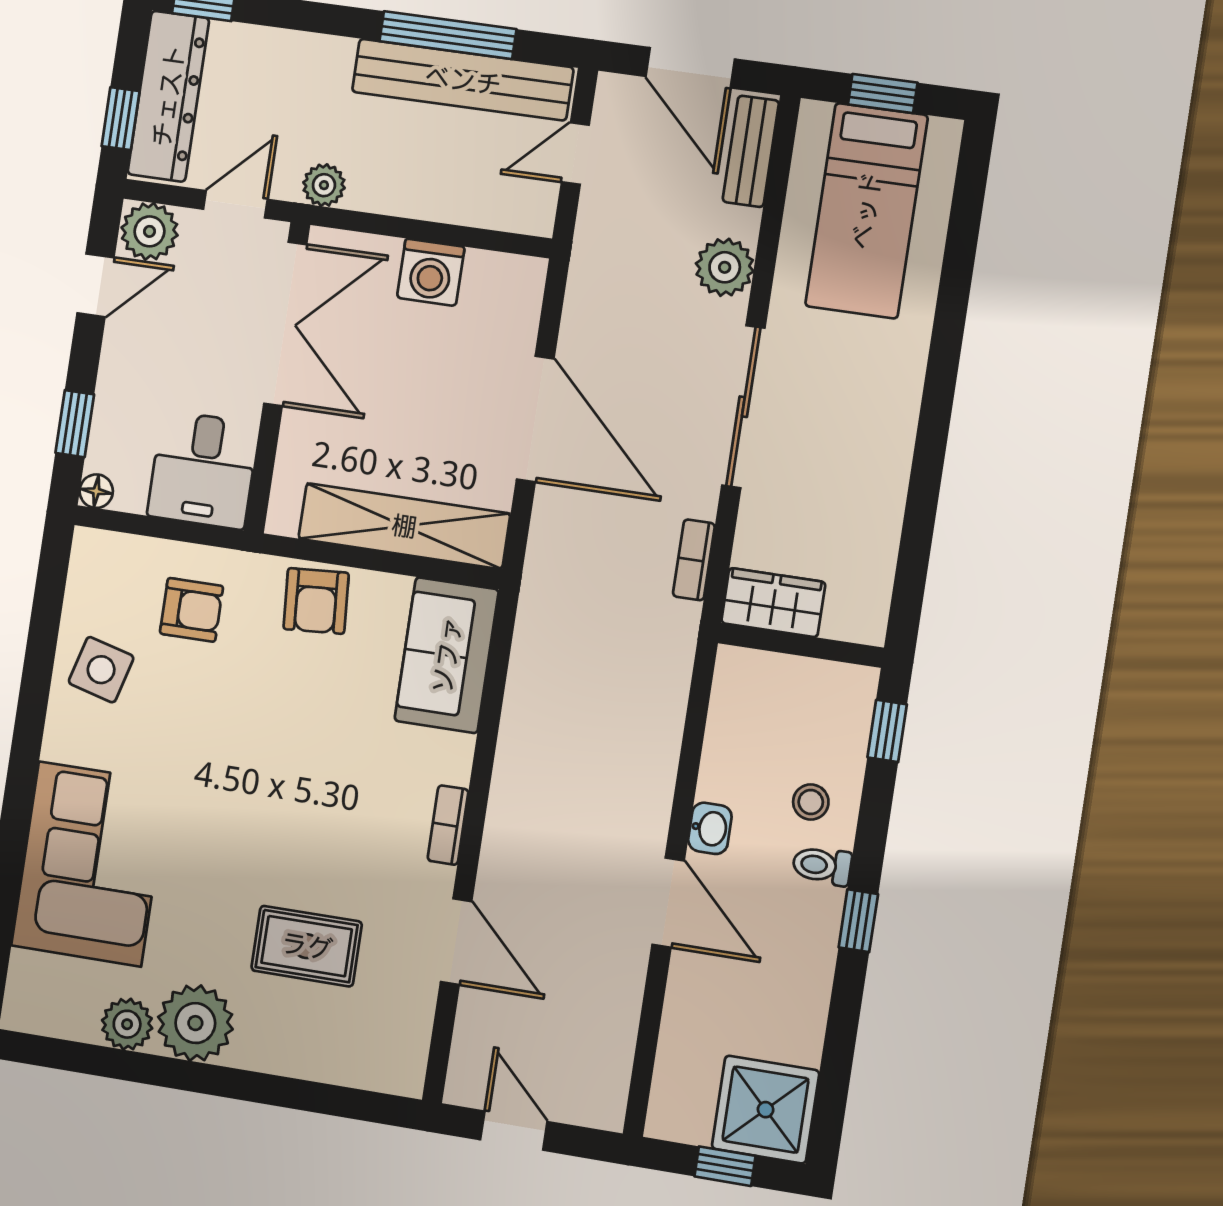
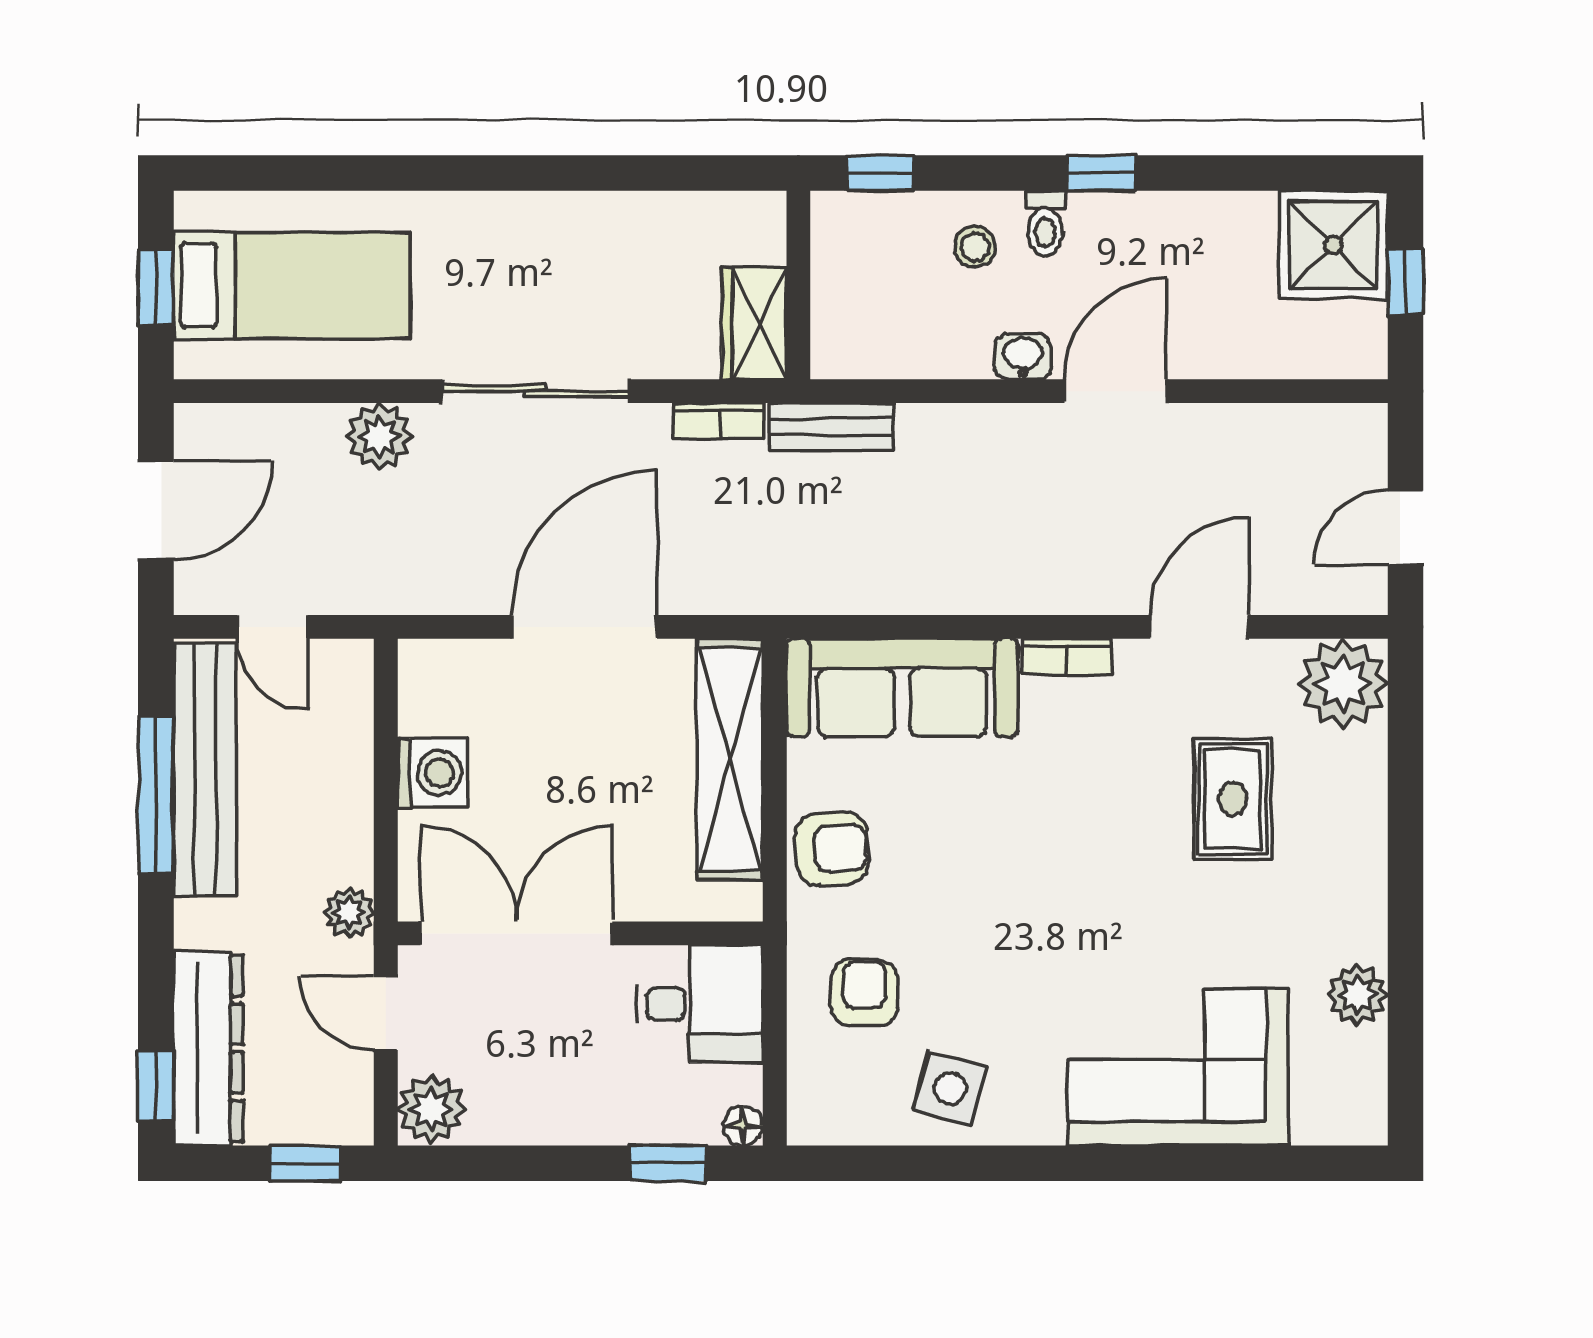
dresser: (168, 96) -> (208, 1048), moved, turned 90
bench: (751, 151) -> (831, 427), moved
door: (96, 285) -> (503, 1163), removed
sofa: (447, 655) -> (902, 688), width x1.36
plant: (195, 1023) -> (1343, 684), moved

